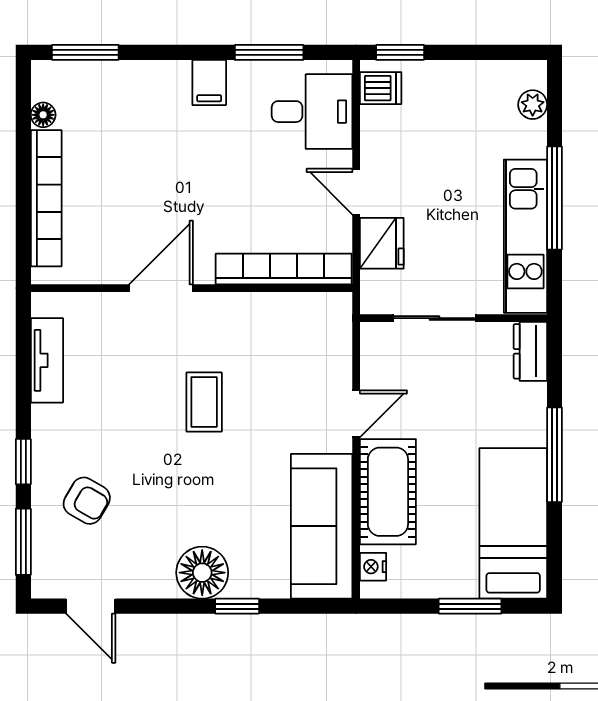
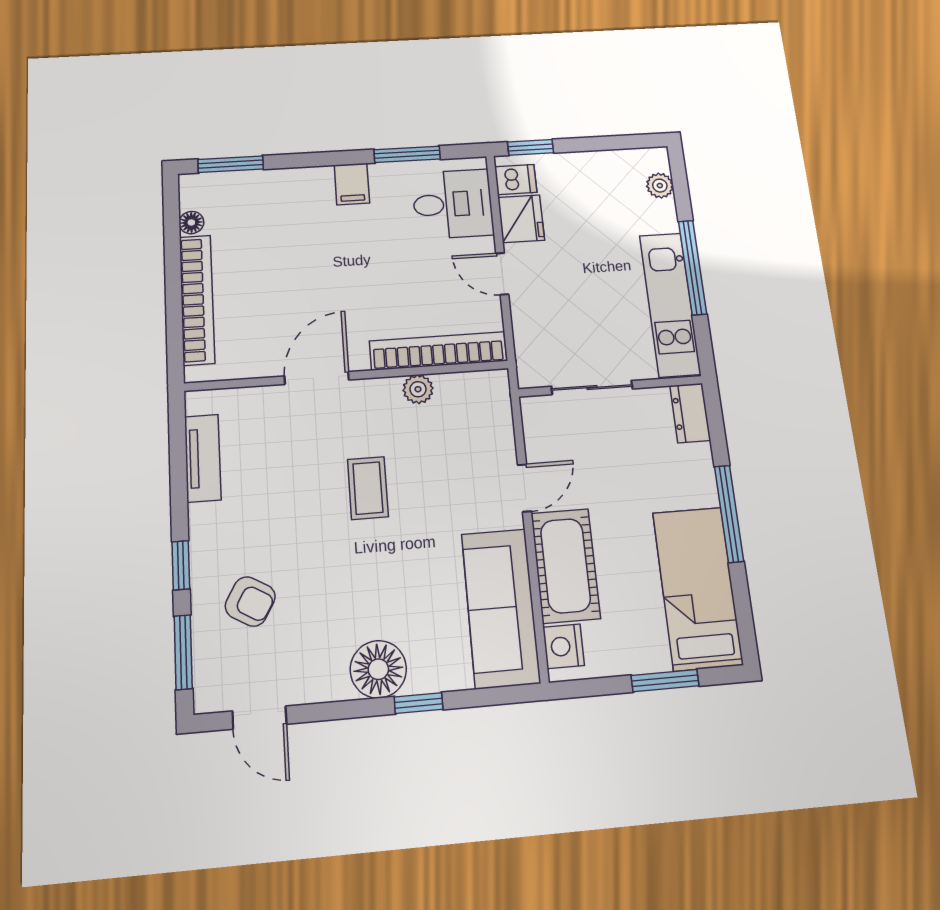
fridge: (382, 243) -> (521, 219), moved
plant: (260, 307) -> (418, 389), added
nightstand: (373, 567) -> (564, 646), width x1.39, depth x1.35

